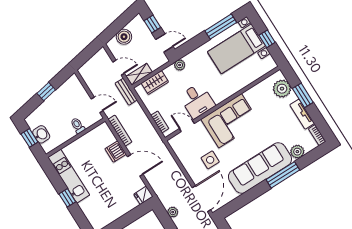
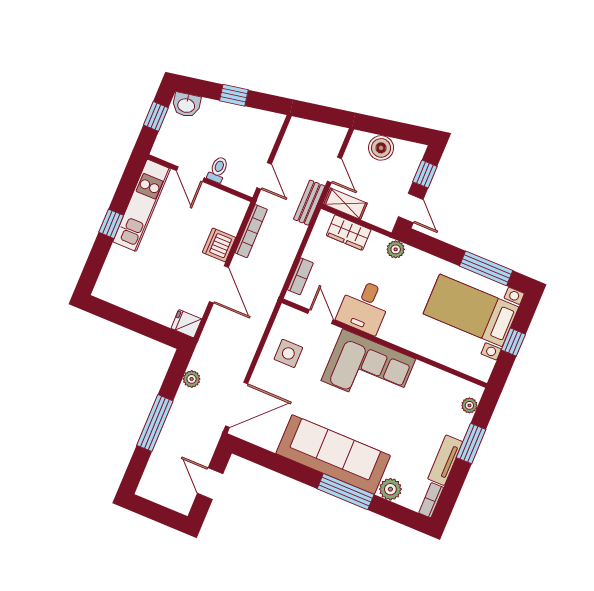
plant: (282, 89) -> (469, 405), width x0.53, depth x0.53
washbasin: (41, 134) -> (186, 105), moved, turned 79
door: (70, 141) -> (190, 174), added
side table: (210, 160) -> (288, 353), moved

